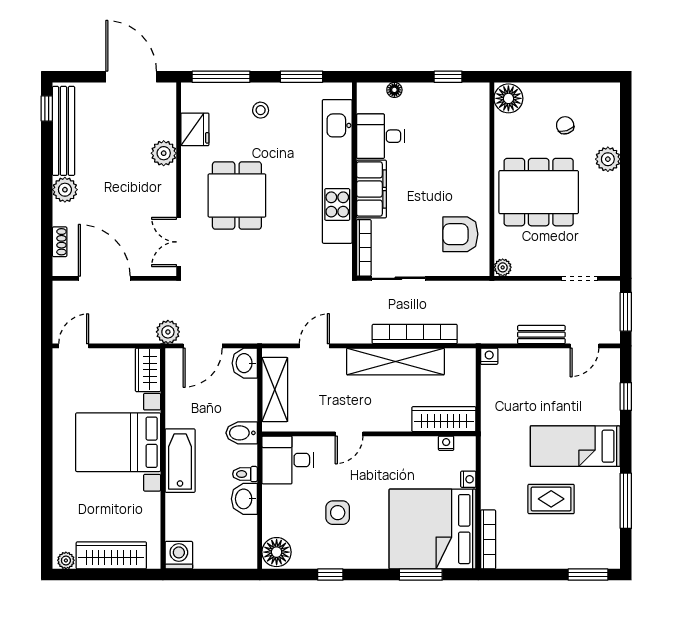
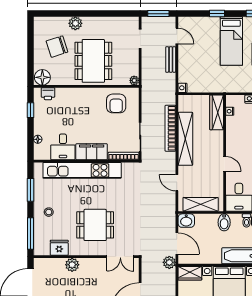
printer: (478, 109) -> (48, 94), added
chair: (565, 125) -> (57, 47), width x1.87, depth x1.87
window: (626, 396) -> (217, 14), moved

